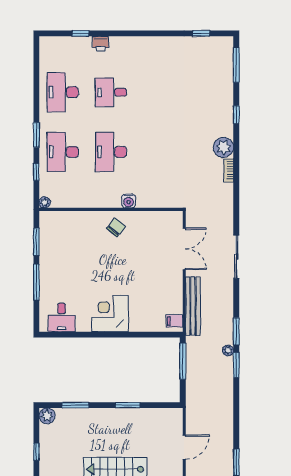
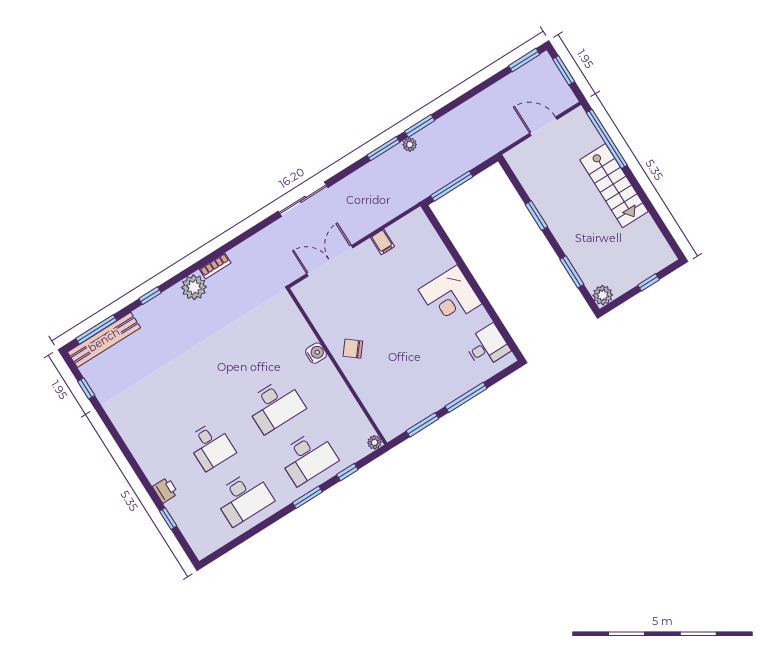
bench: (193, 306) -> (104, 340), moved
filing cabinet: (175, 321) -> (383, 242), moved

